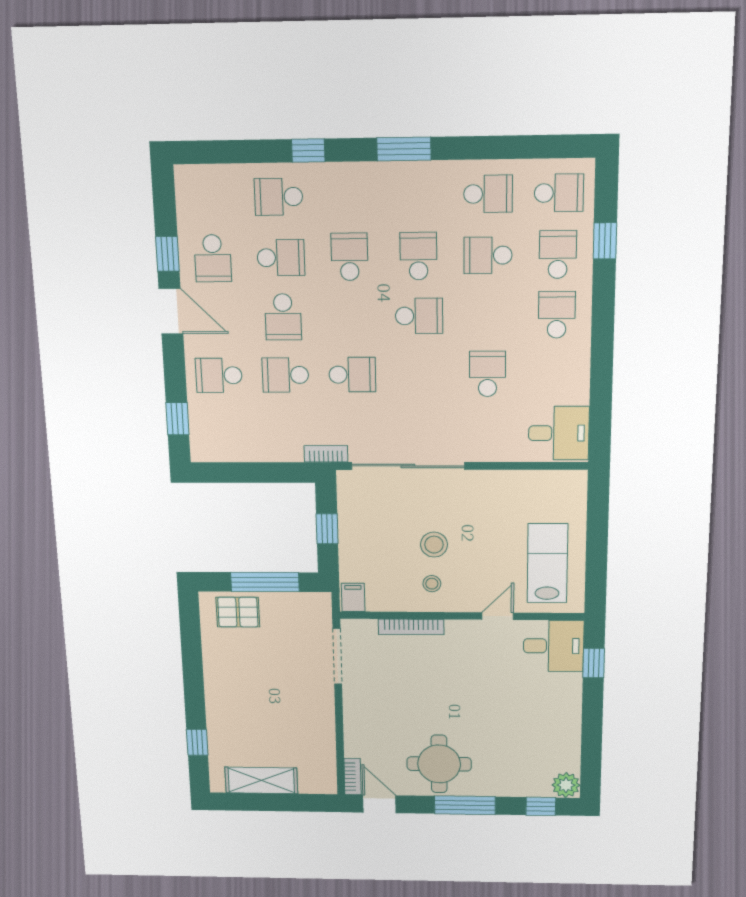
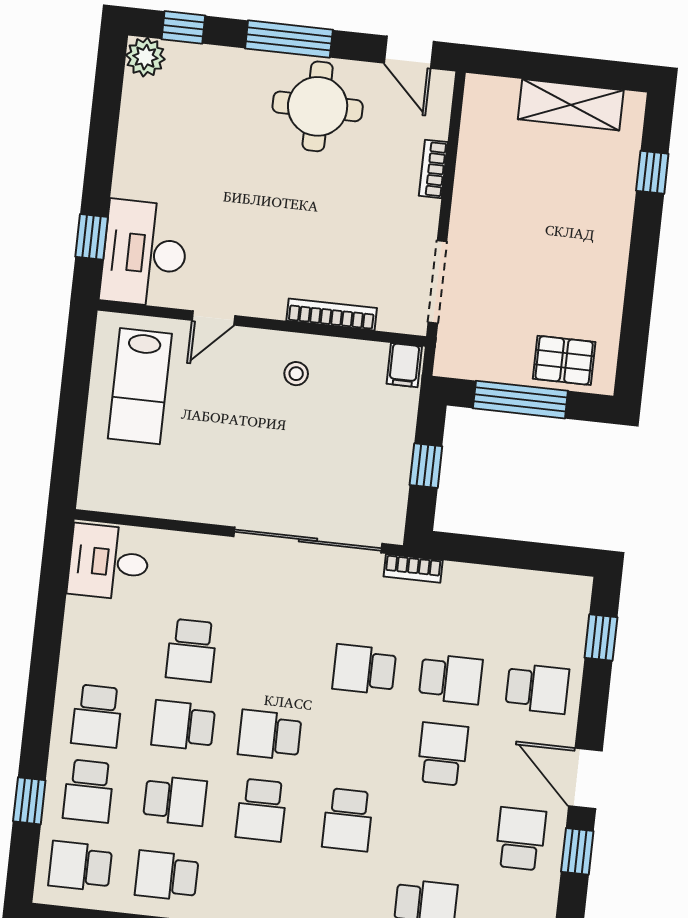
school desk: (281, 258) -> (183, 725), moved
stool: (434, 545) -> (287, 428), removed
desk: (554, 646) -> (144, 253), width x1.37
bookcase: (353, 777) -> (433, 169), moved

